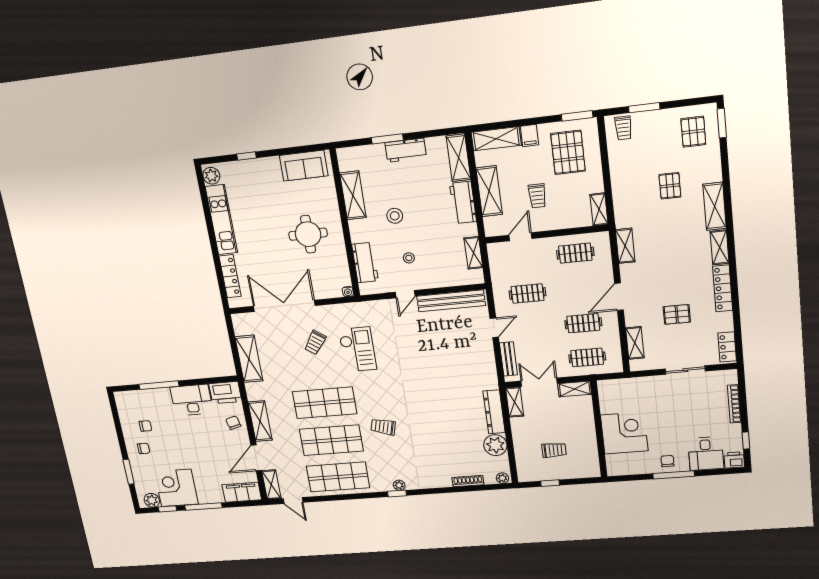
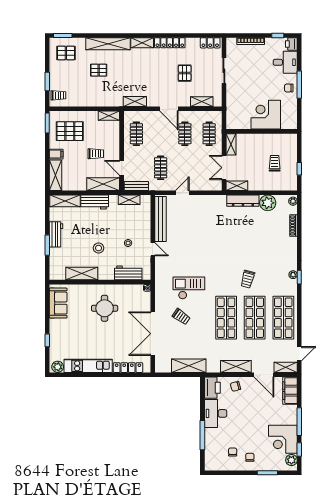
shelving: (489, 191) -> (103, 184), moved
shelving: (715, 206) -> (108, 44), width x1.47
door: (494, 328) -> (182, 193), hinge flipped
bench: (508, 359) -> (136, 186), moved

